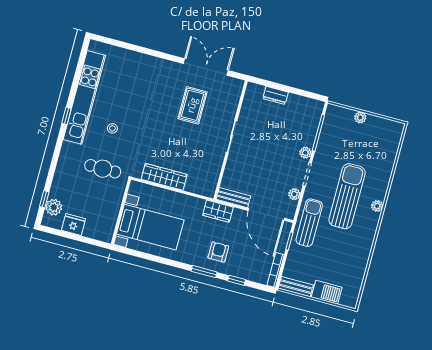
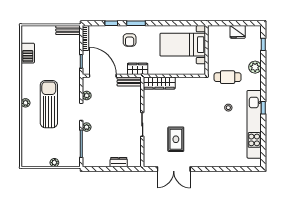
wardrobe: (164, 177) -> (159, 83), moved
sun lounger: (347, 196) -> (49, 104), turned 180
plant: (54, 207) -> (255, 67), moved
sun lounger: (309, 223) -> (71, 78), removed
barbecue: (327, 292) -> (28, 53), moved, turned -90

